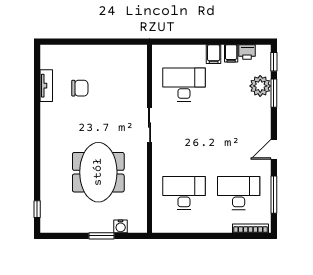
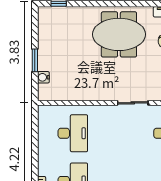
meeting table: (98, 172) -> (119, 34), moved

